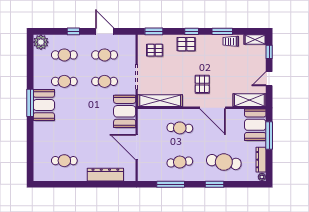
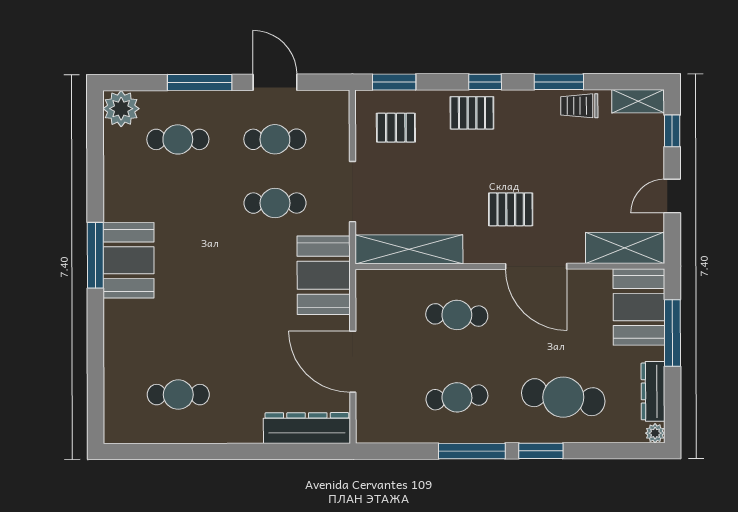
window: (73, 31) -> (200, 82), width x2.17
cafe table: (64, 81) -> (178, 203), removed
pallet: (202, 84) -> (511, 209), turned 90
dresser: (105, 175) -> (307, 428), moved
window: (171, 184) -> (472, 451), moved

